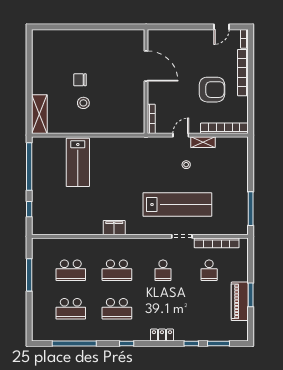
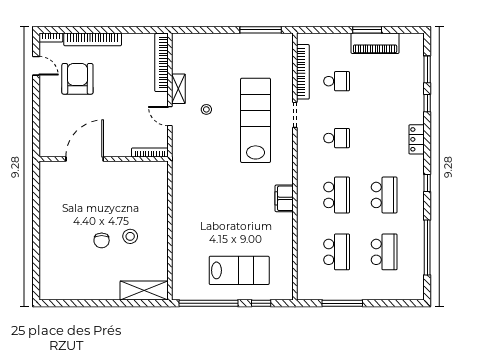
armchair: (212, 90) -> (77, 79), moved
lab bench: (78, 162) -> (239, 270), moved

